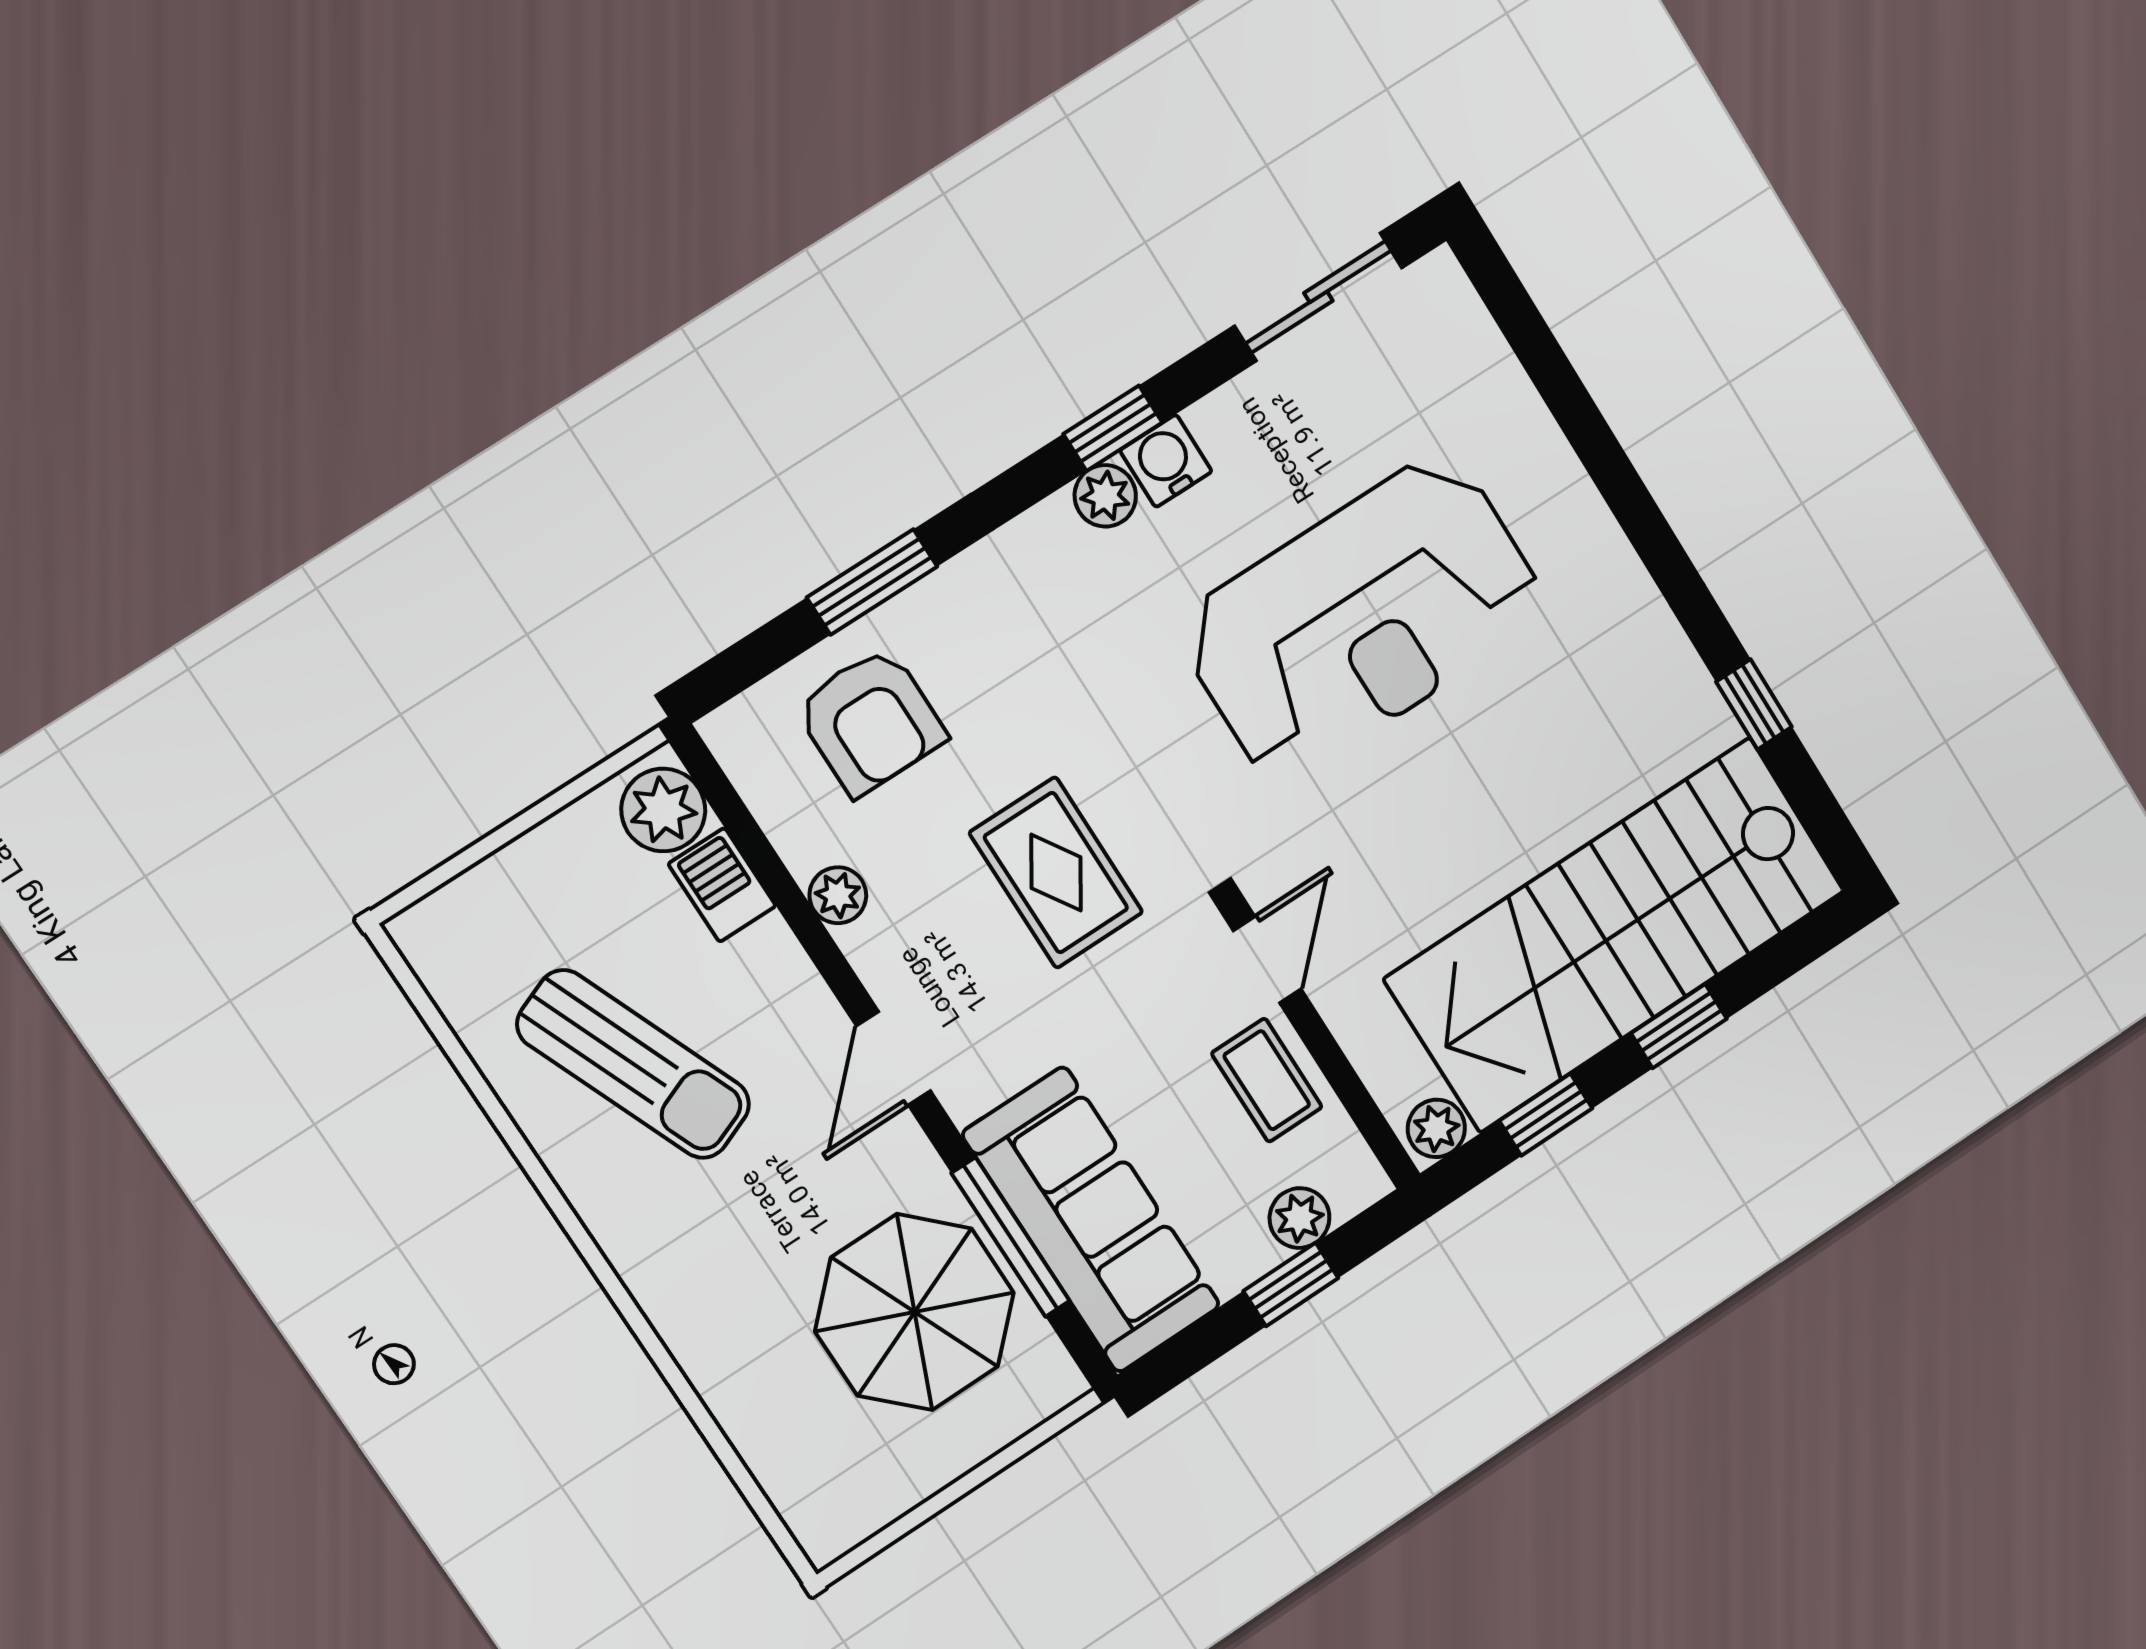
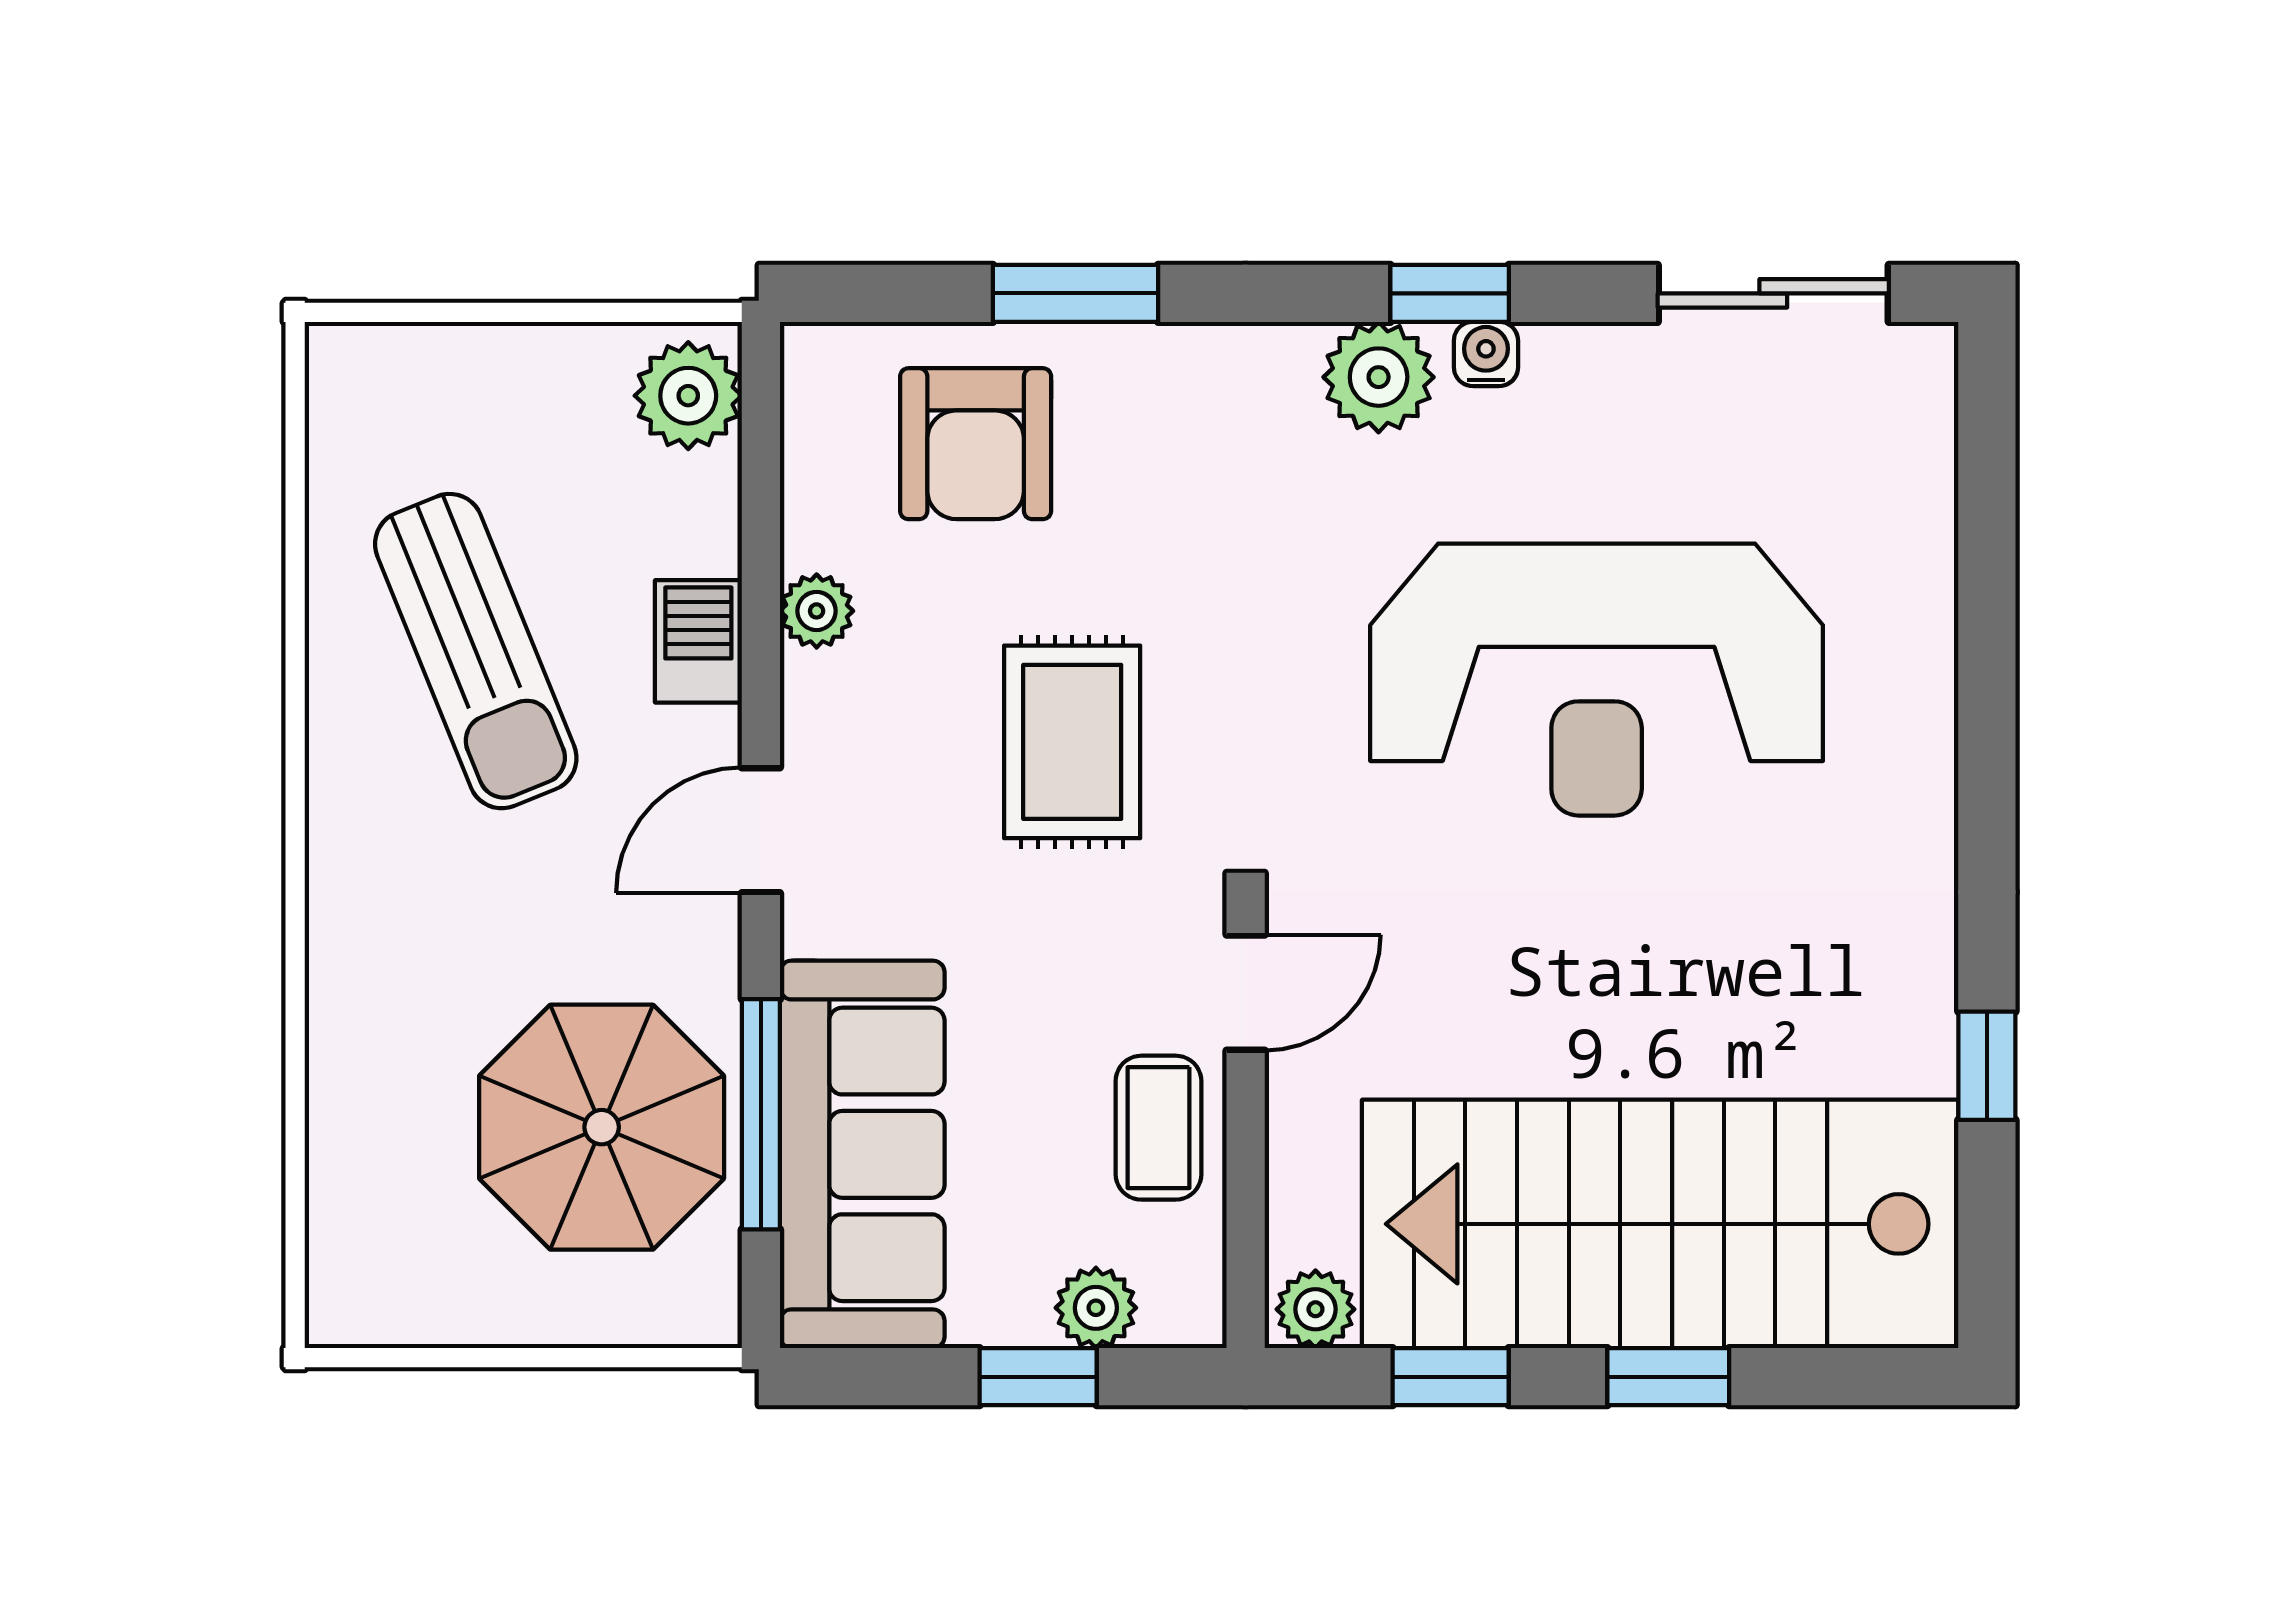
water cooler: (1166, 461) -> (1486, 354), width x0.72, depth x0.72
plant: (1105, 496) -> (1379, 377), width x1.38, depth x1.38
barbecue: (722, 885) -> (698, 641), moved

